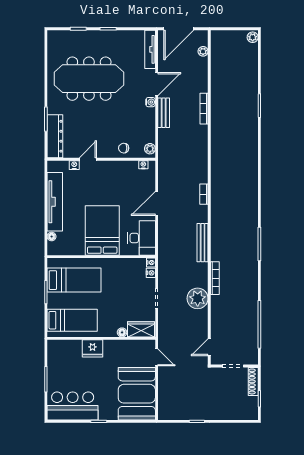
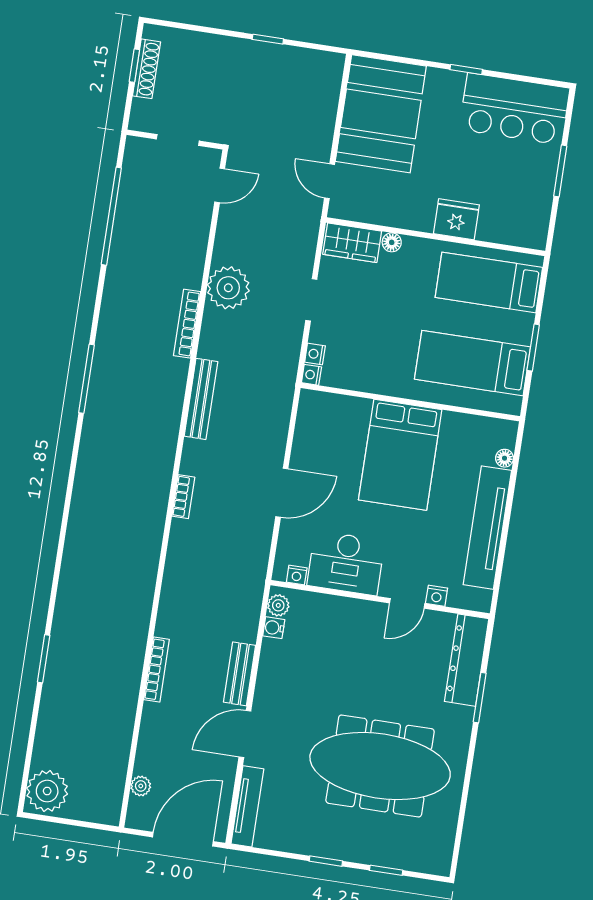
plant: (253, 37) -> (47, 791), width x1.87, depth x1.87
water cooler: (151, 102) -> (274, 628), moved
chair: (124, 148) -> (331, 615), removed
desk: (142, 238) -> (346, 563), moved, turned -90
shoe rack: (253, 381) -> (147, 69), moved

